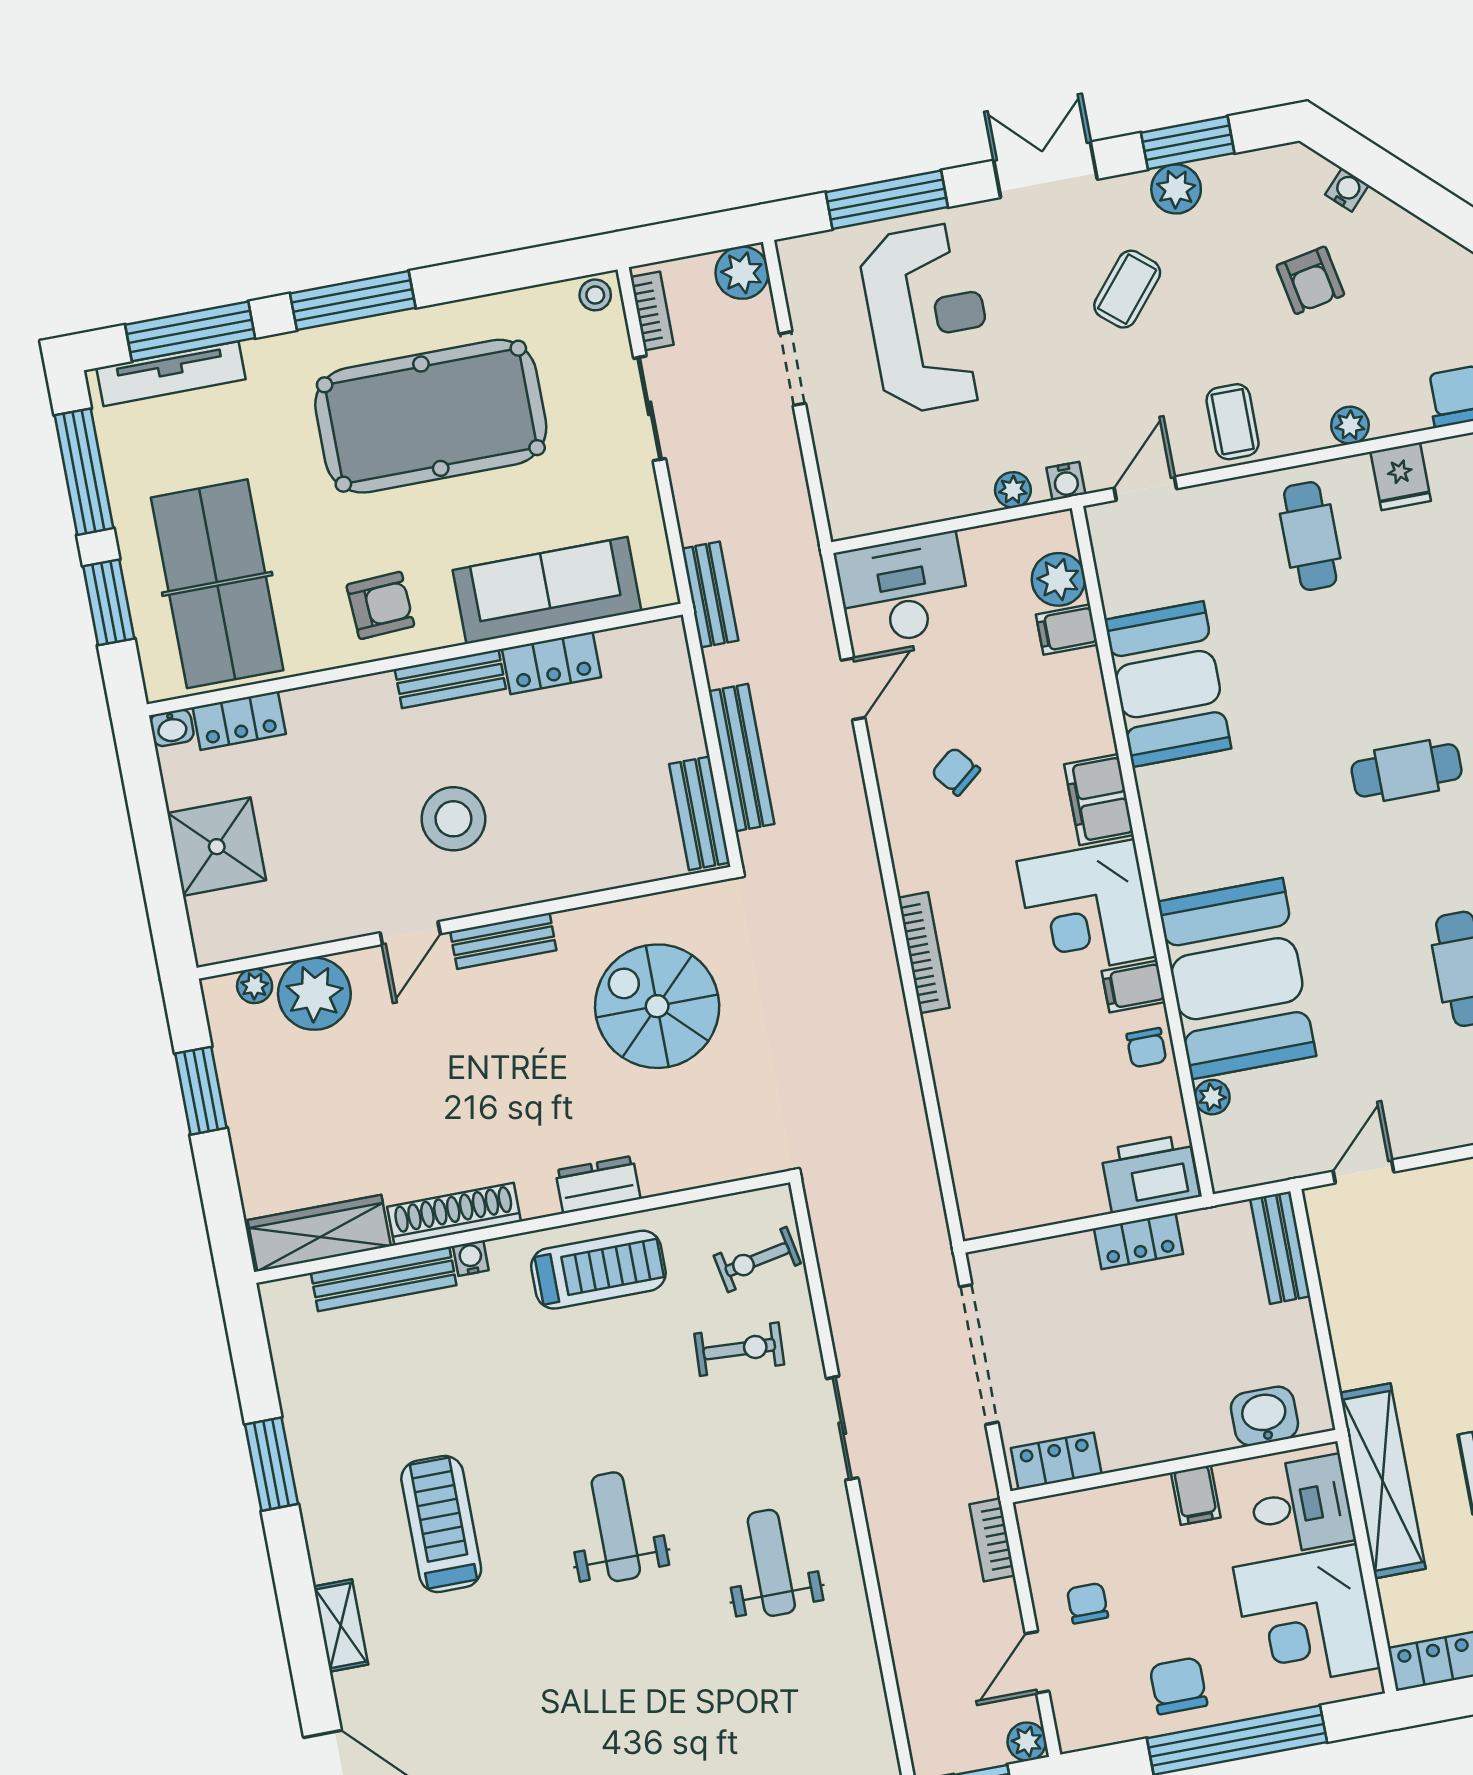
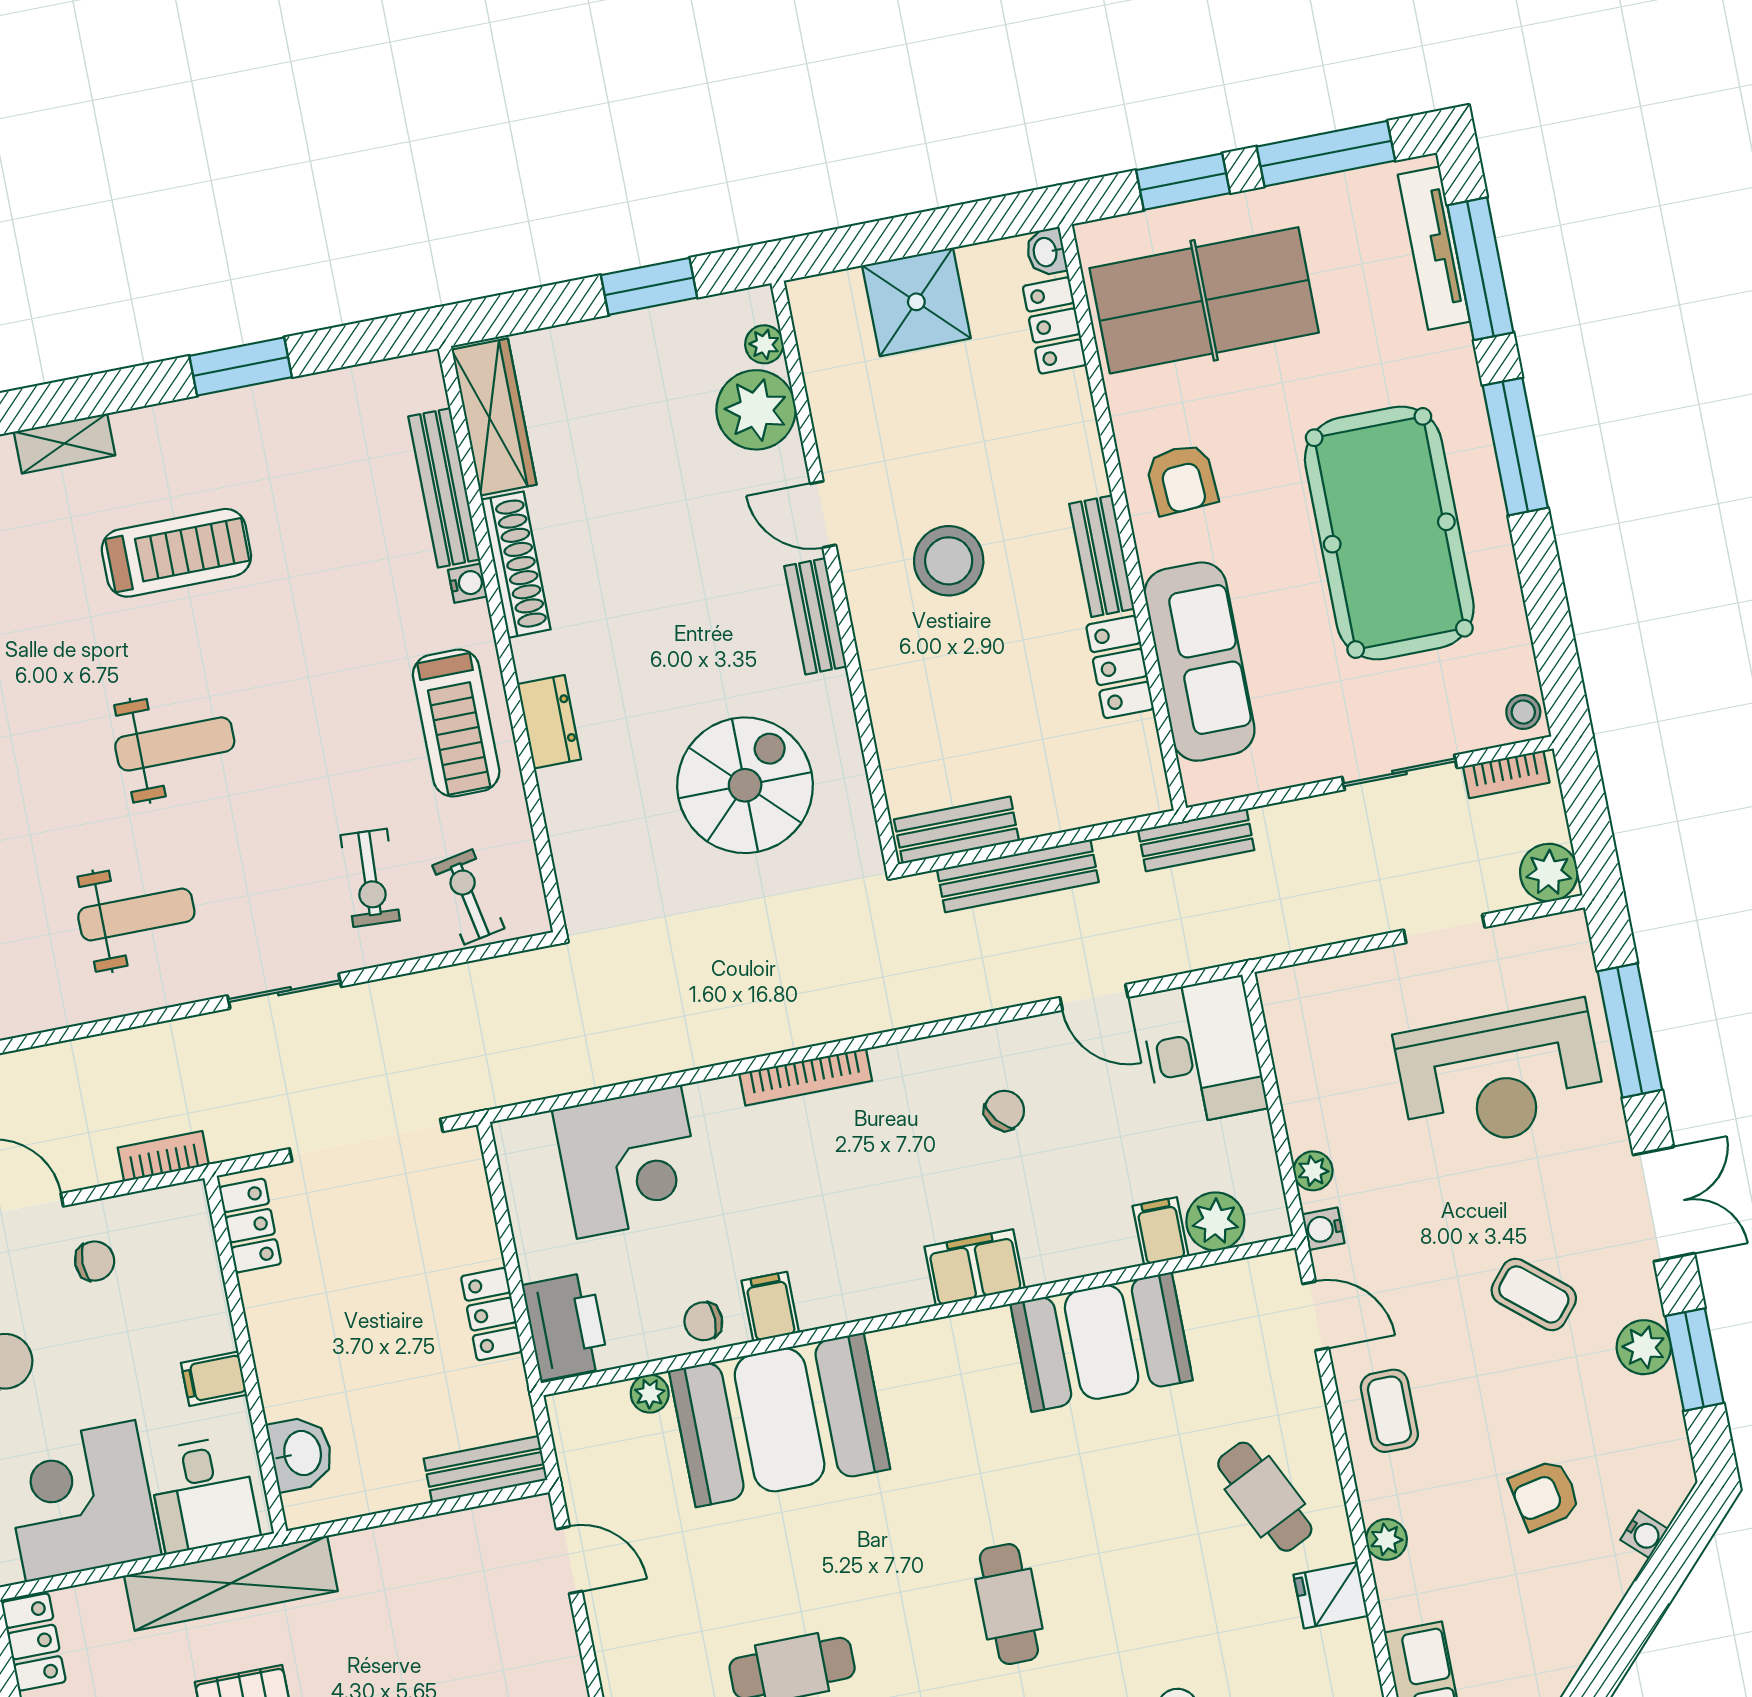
coffee table: (1233, 422) -> (1389, 1411), turned 90
cafe table: (1310, 536) -> (1265, 1497), turned 64
corner desk: (1087, 909) -> (629, 1162), moved, turned 180

